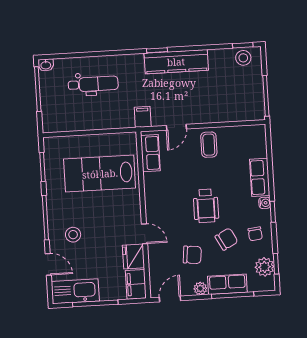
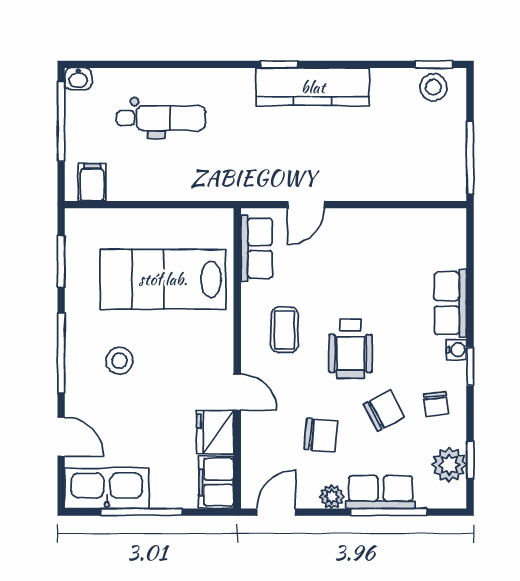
filing cabinet: (143, 117) -> (92, 182), moved
coffee table: (209, 145) -> (285, 330), moved
stool: (73, 235) -> (119, 361), moved

